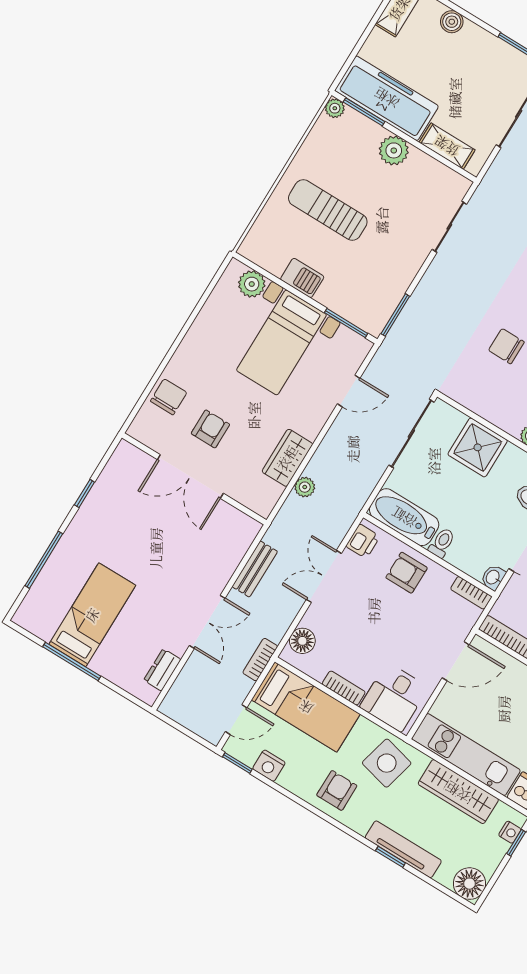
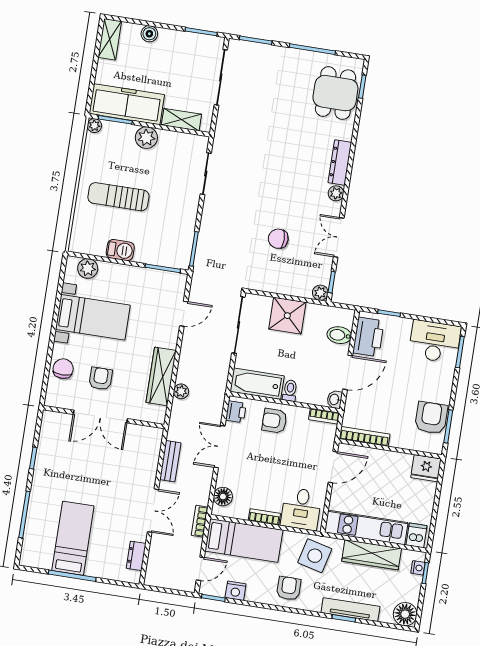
bed with nightstands: (281, 342) -> (93, 317), moved, turned -90
wardrobe: (287, 458) -> (161, 376), width x1.50

